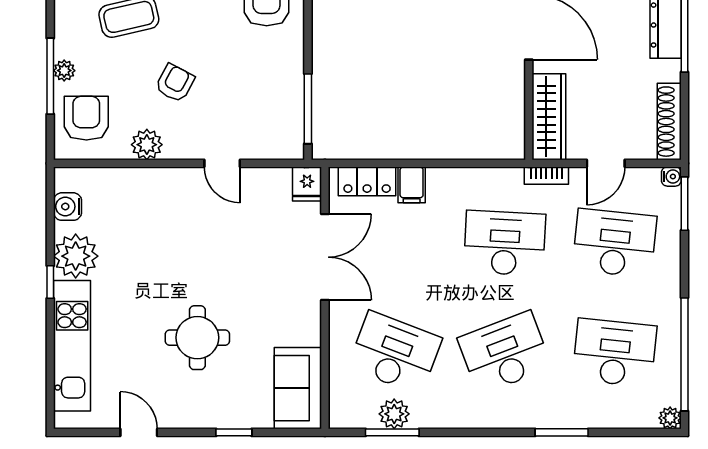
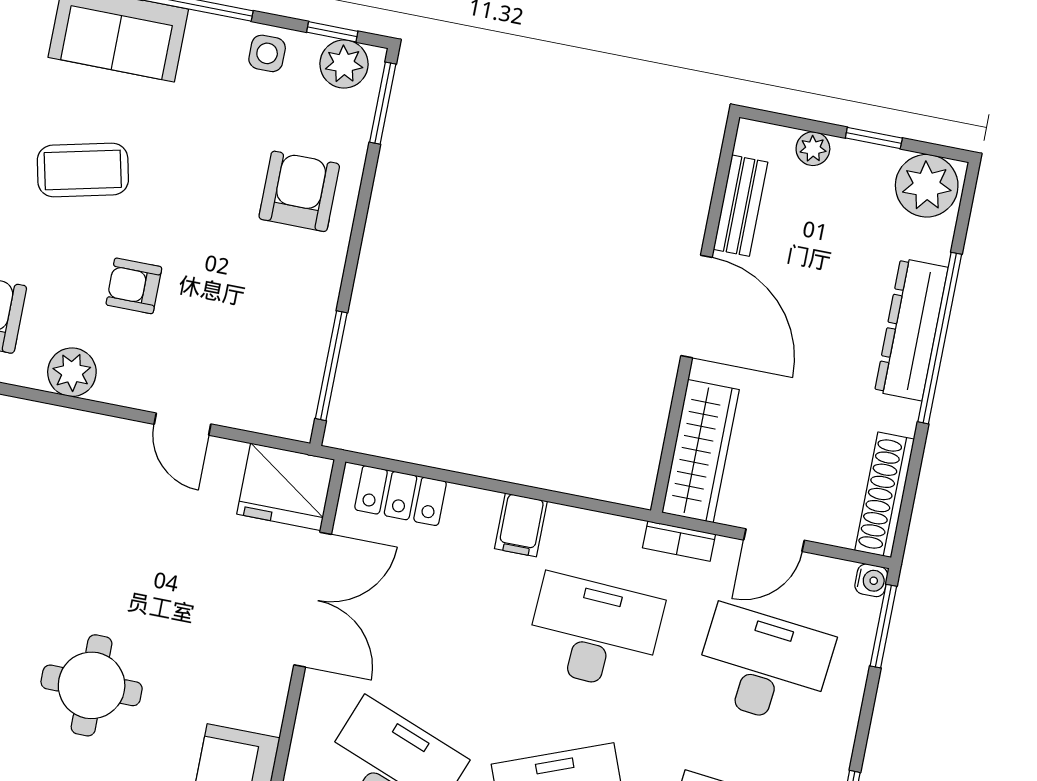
armchair: (175, 83) -> (134, 286), turned -118
fridge: (307, 184) -> (286, 487), width x1.88, depth x1.34
filing cabinet: (412, 185) -> (521, 525), moved

